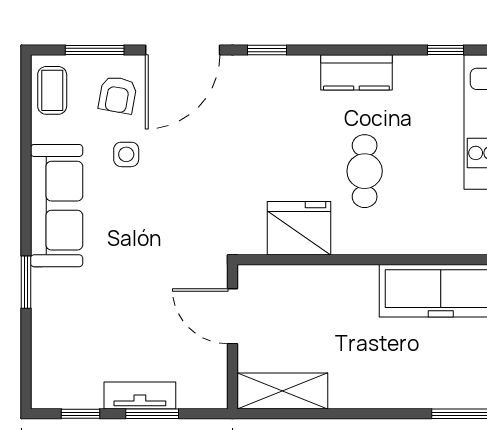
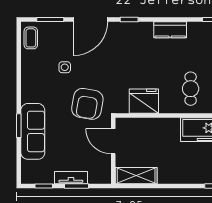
armchair: (118, 95) -> (87, 104), moved, width x1.88, depth x1.88
cafe table: (365, 171) -> (191, 89), moved
sofa: (57, 206) -> (33, 131), moved

